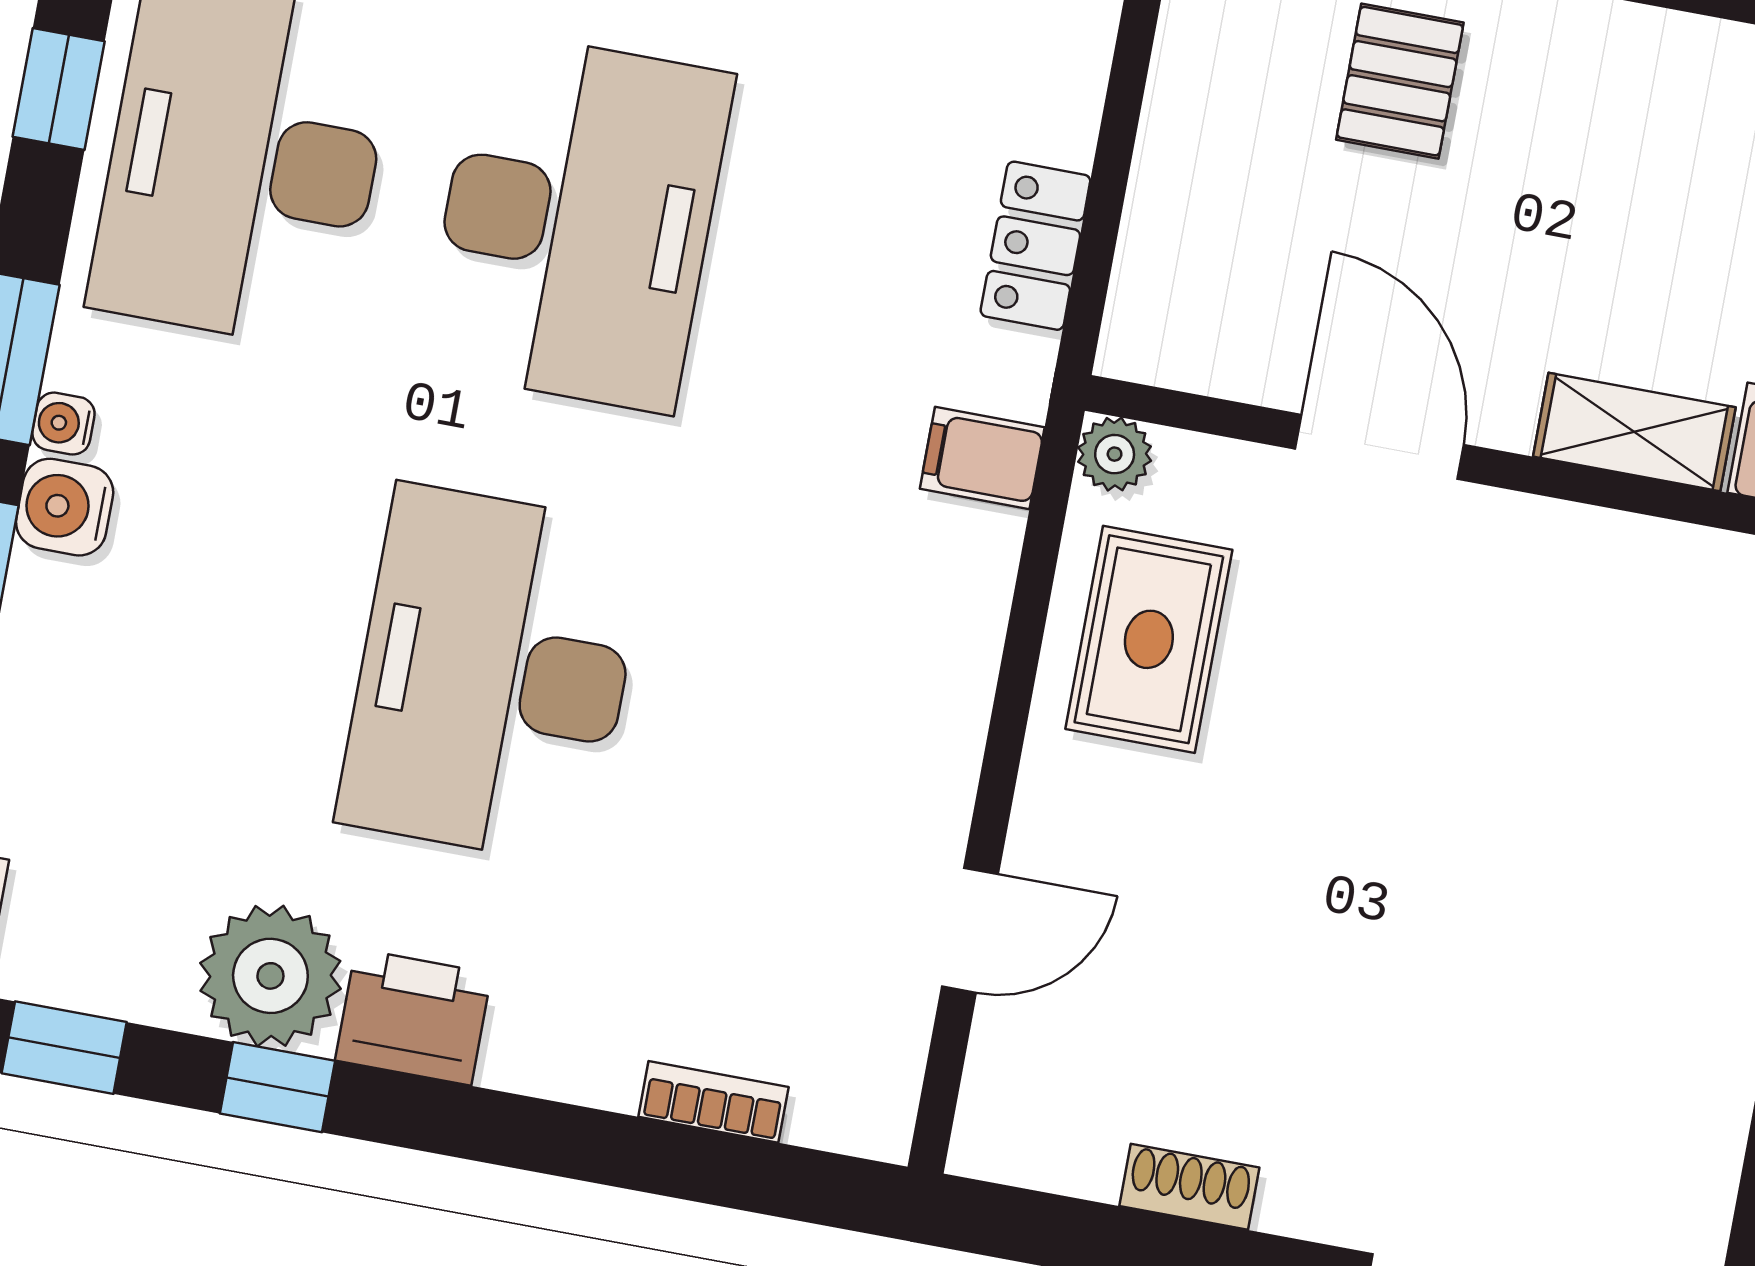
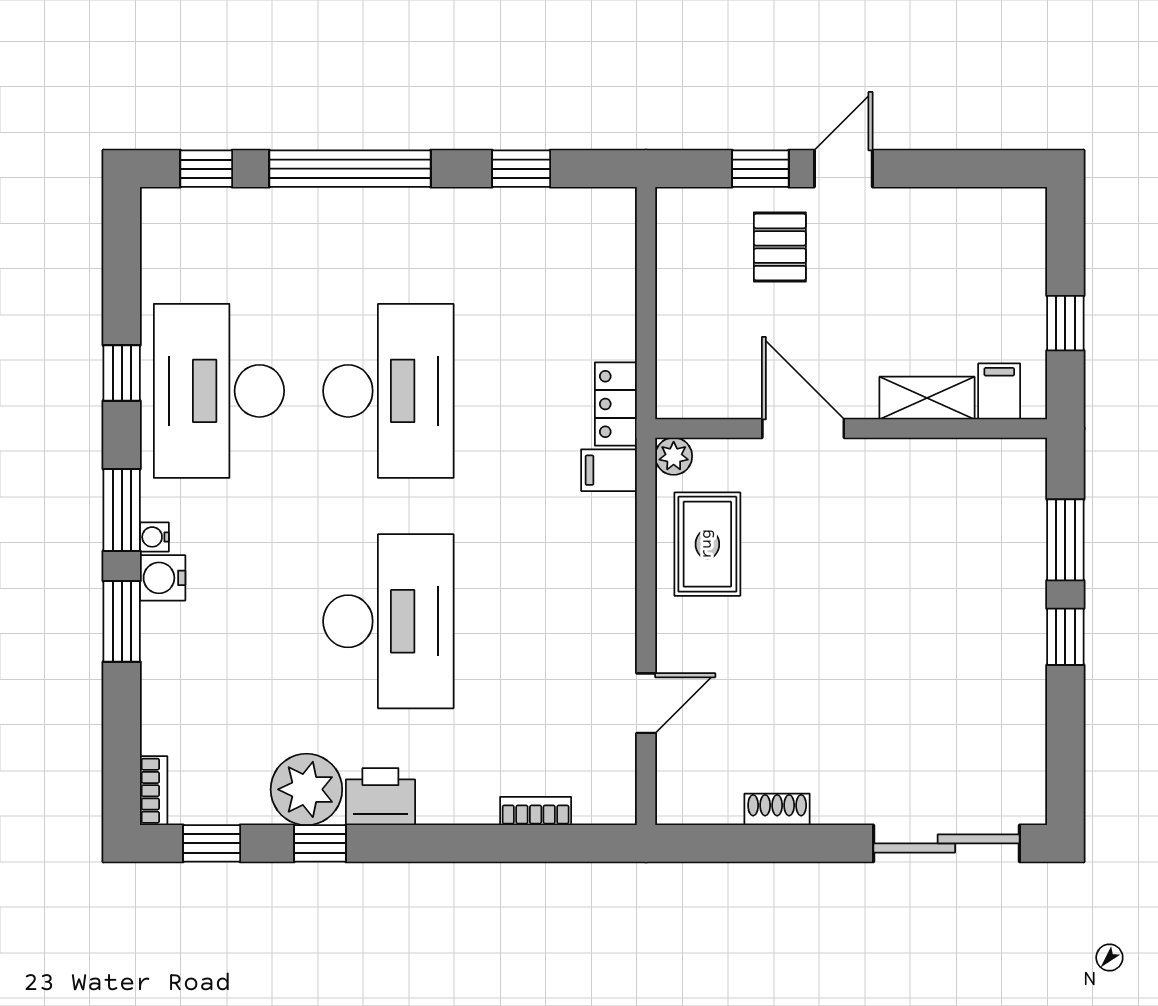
locker: (1035, 246) -> (616, 404), moved
desk: (493, 675) -> (388, 621), turned 180

